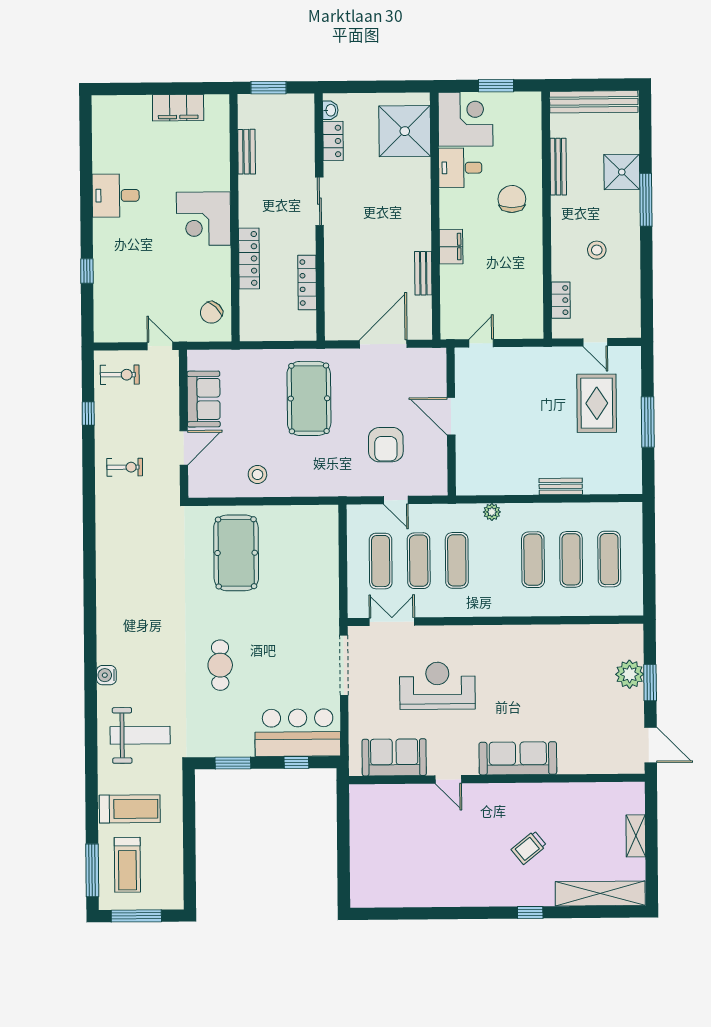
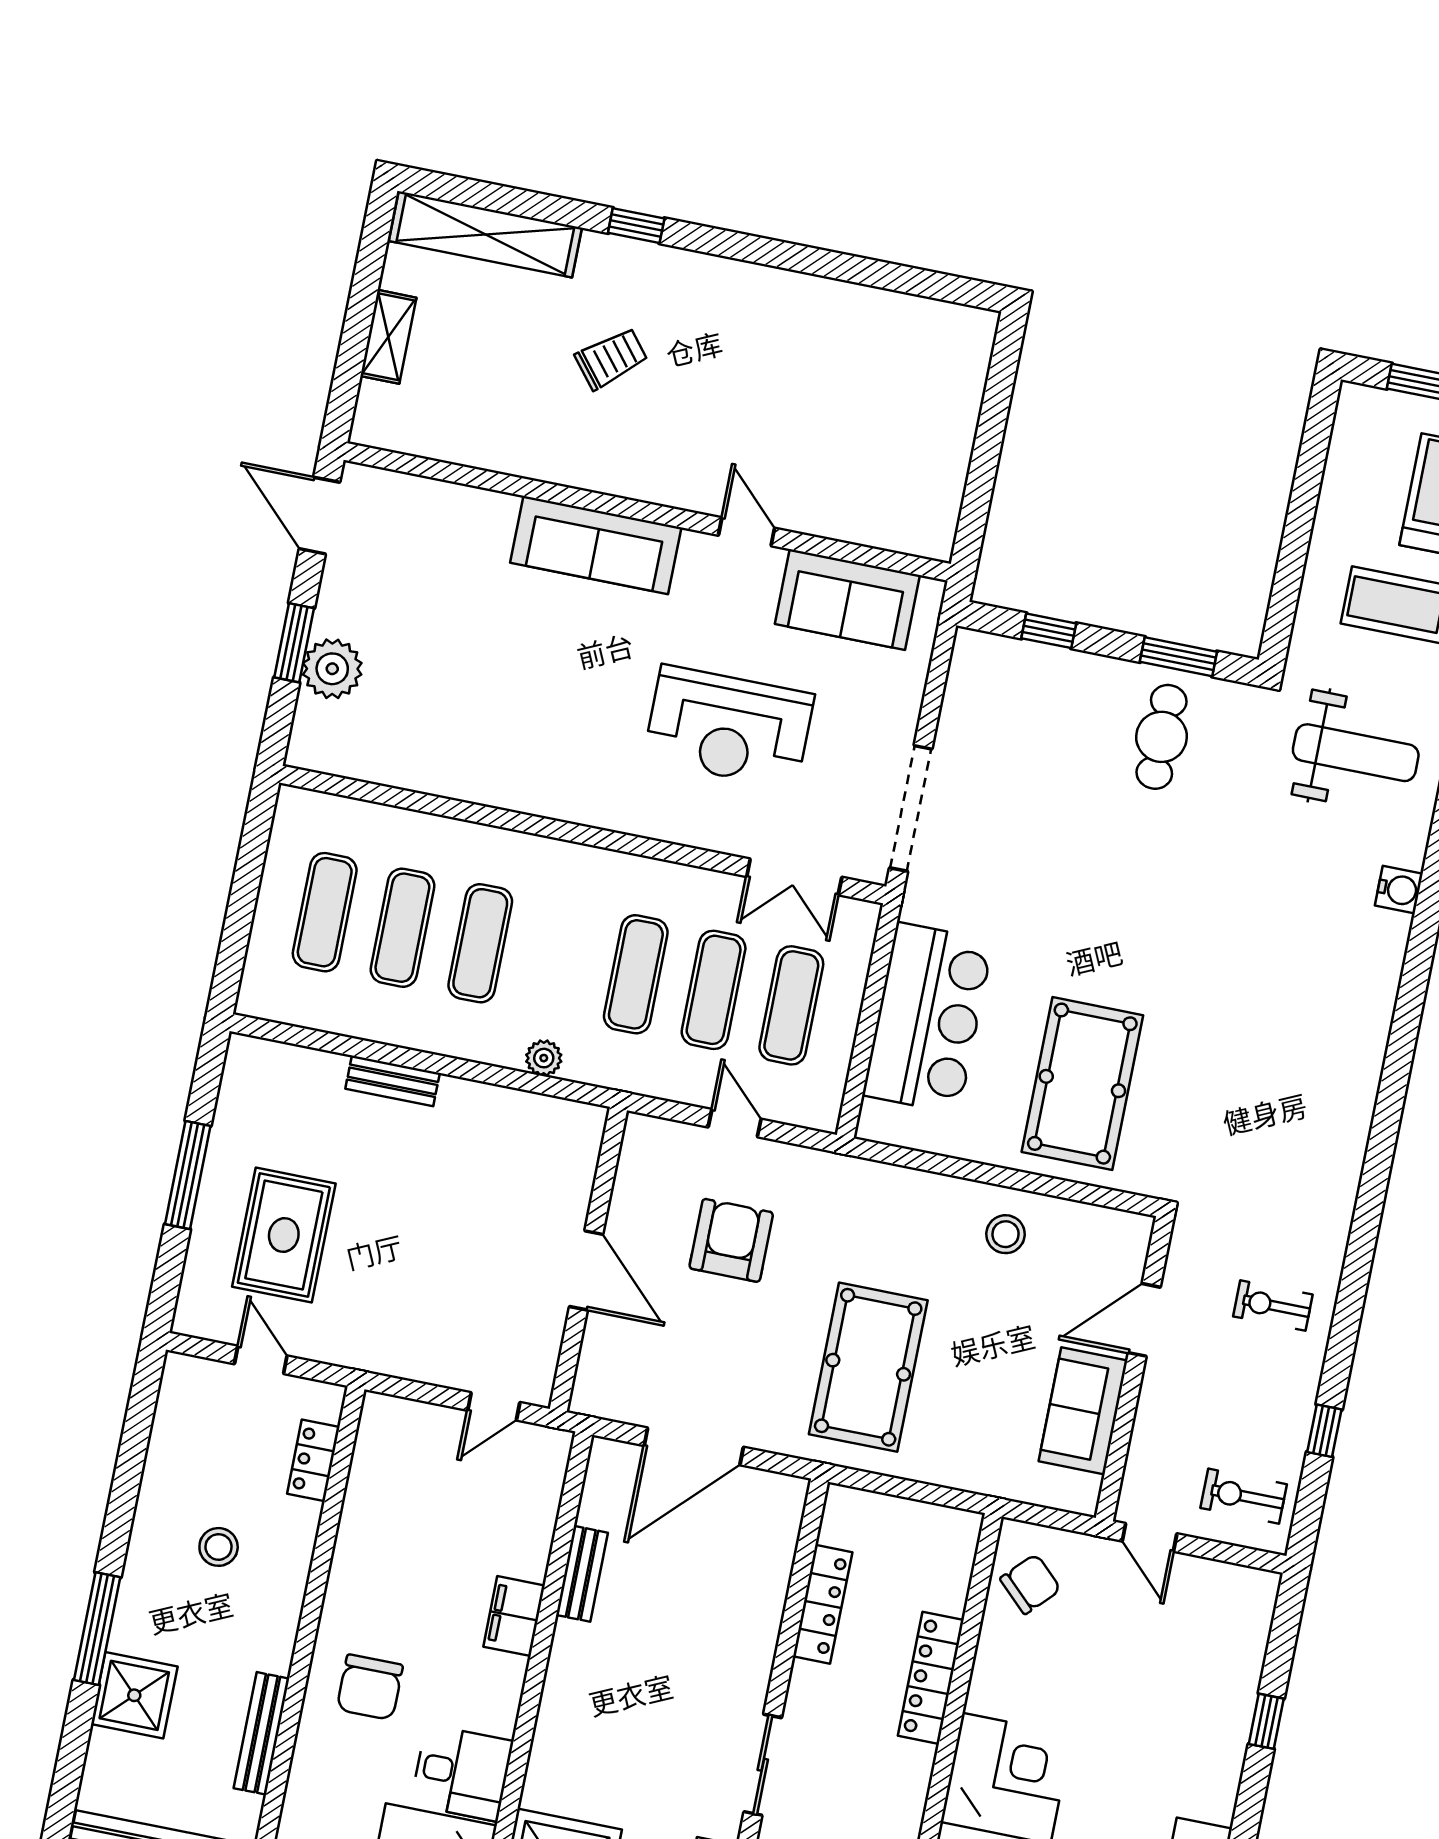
cafe table: (220, 665) -> (1162, 737), moved
bar counter: (298, 733) -> (928, 1018), moved, turned -90
weight bench: (140, 735) -> (1356, 753), turned 180

